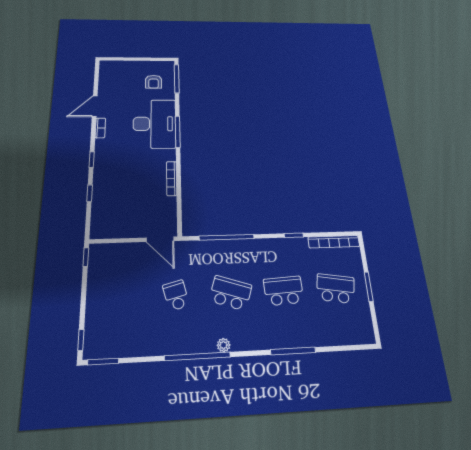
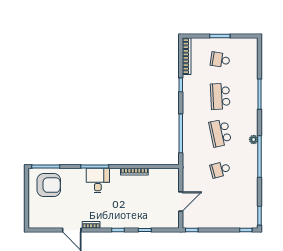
armchair: (154, 82) -> (49, 185), width x1.88, depth x1.88
desk: (154, 124) -> (98, 180), width x0.53, depth x0.77
door: (160, 239) -> (181, 202), moved
school desk: (336, 289) -> (220, 60), width x0.54
school desk: (230, 293) -> (220, 133), turned -30

